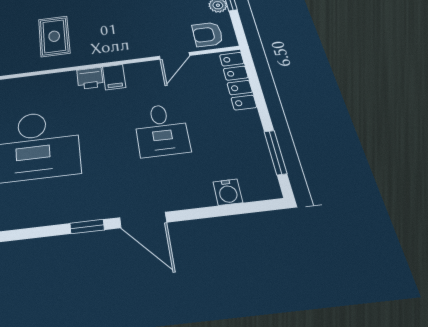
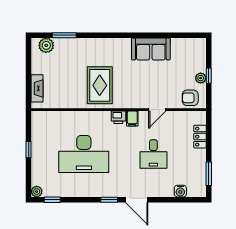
rug: (54, 36) -> (100, 85), width x1.36, depth x1.43
door: (174, 56) -> (157, 110), moved
locker: (238, 80) -> (200, 137), width x0.66

